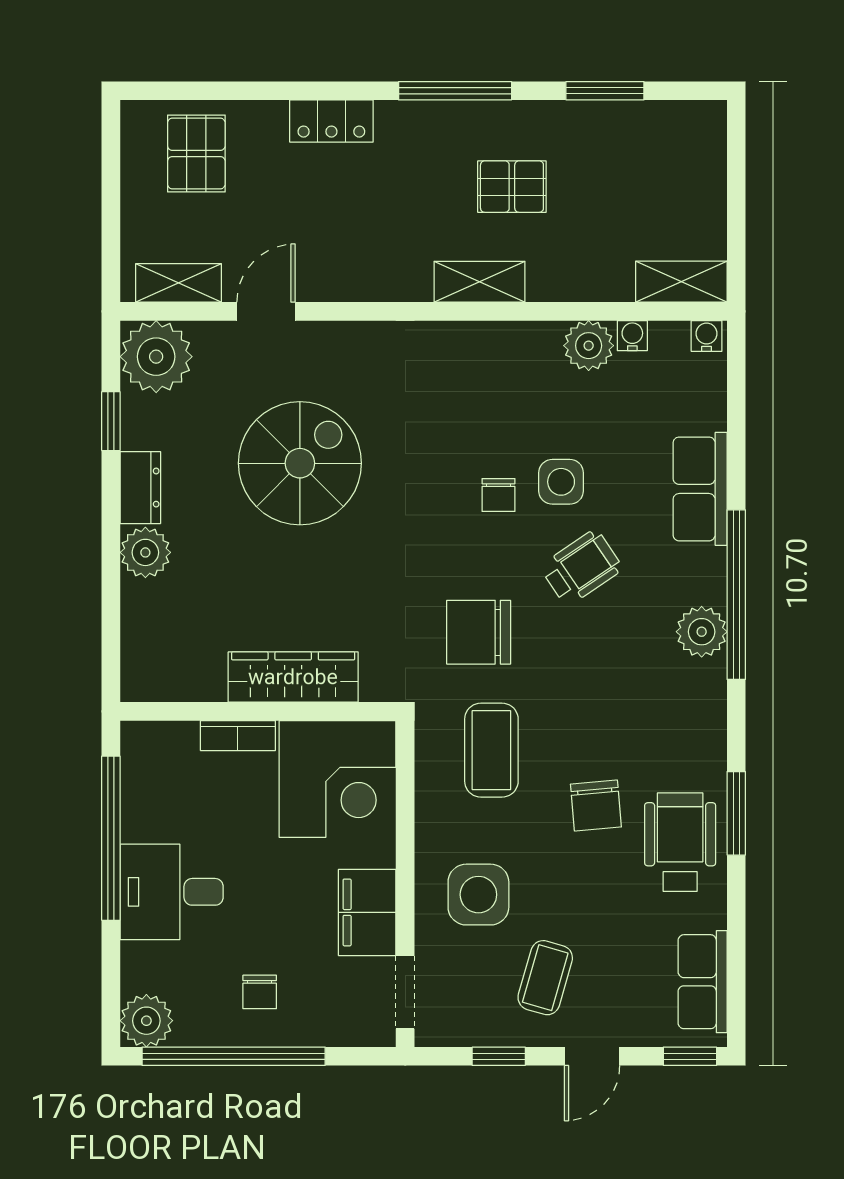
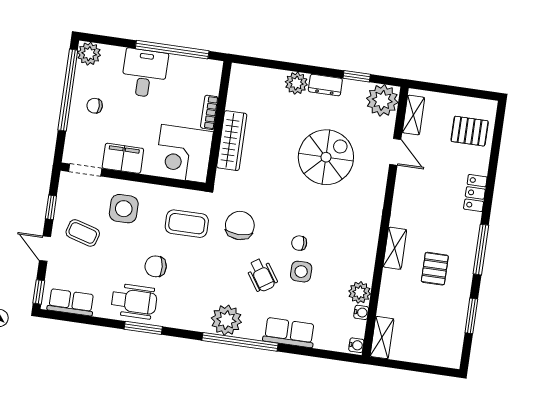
spiral stairs: (300, 463) -> (326, 157), turned -90
plant: (702, 632) -> (226, 320), width x1.36, depth x1.36

